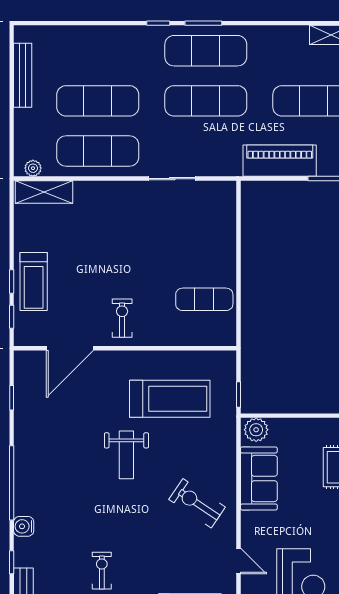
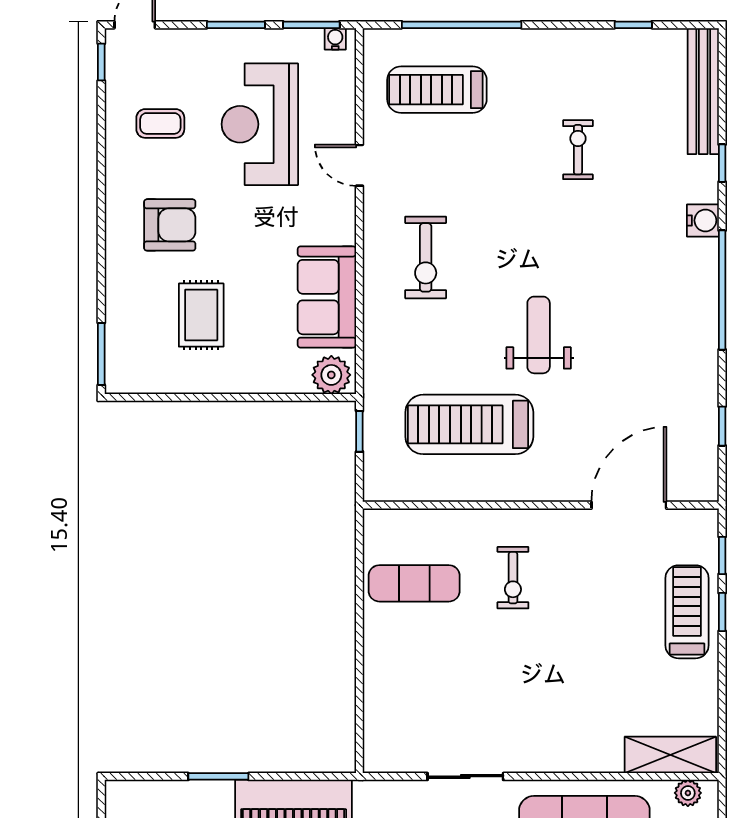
exercise bike: (122, 318) -> (513, 578), moved
exercise bike: (197, 503) -> (426, 257), turned 56
exercise bike: (102, 571) -> (578, 150), turned 180

